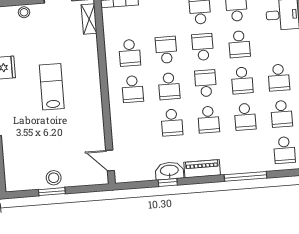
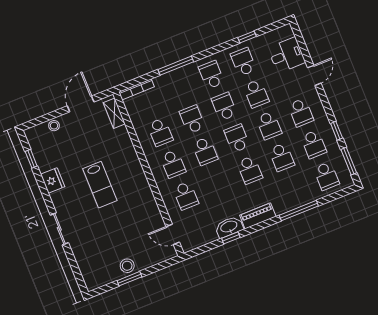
lab bench: (52, 87) -> (100, 185), turned 180
school desk: (172, 122) -> (186, 196), moved

